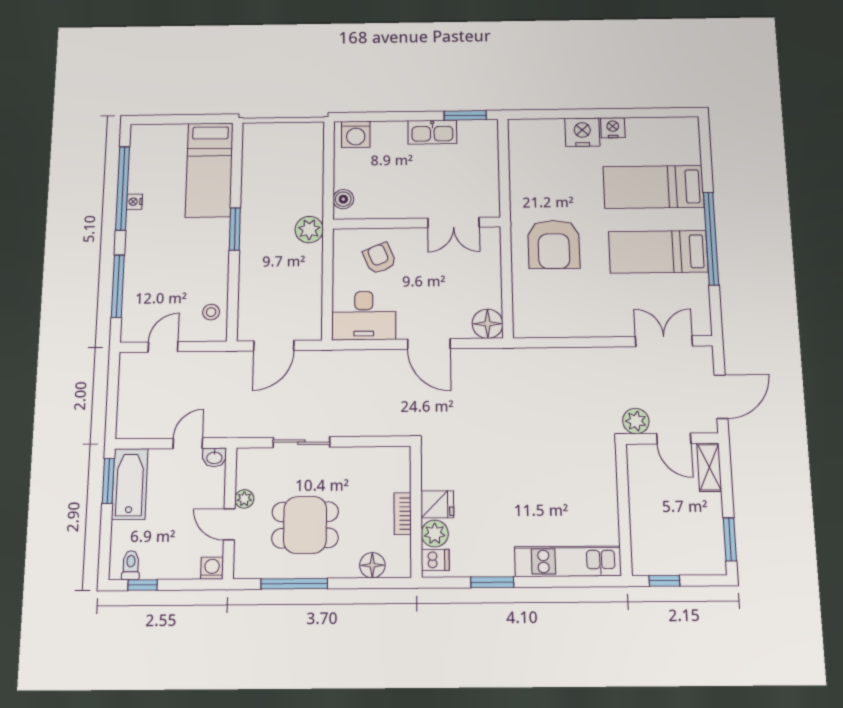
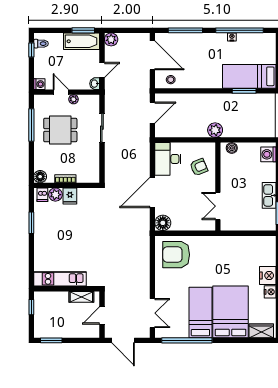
wardrobe: (687, 142) -> (261, 331), added
bed: (653, 187) -> (230, 312), width x1.50
window: (235, 229) -> (244, 91), moved
window: (711, 238) -> (187, 340), moved
armchair: (554, 244) -> (176, 255), moved
door: (429, 344) -> (152, 192), width x1.36
door: (274, 346) -> (152, 113), swing flipped
door: (163, 347) -> (152, 55), width x1.87
plant: (636, 421) -> (111, 39), moved
door: (188, 443) -> (102, 70), hinge flipped
shelving: (709, 467) -> (81, 297), moved
door: (229, 524) -> (61, 92), hinge flipped
dining table: (305, 525) -> (60, 130), turned 90
kitchen unit: (568, 561) -> (60, 279), moved, turned -90
floor lamp: (372, 565) -> (40, 177), moved

